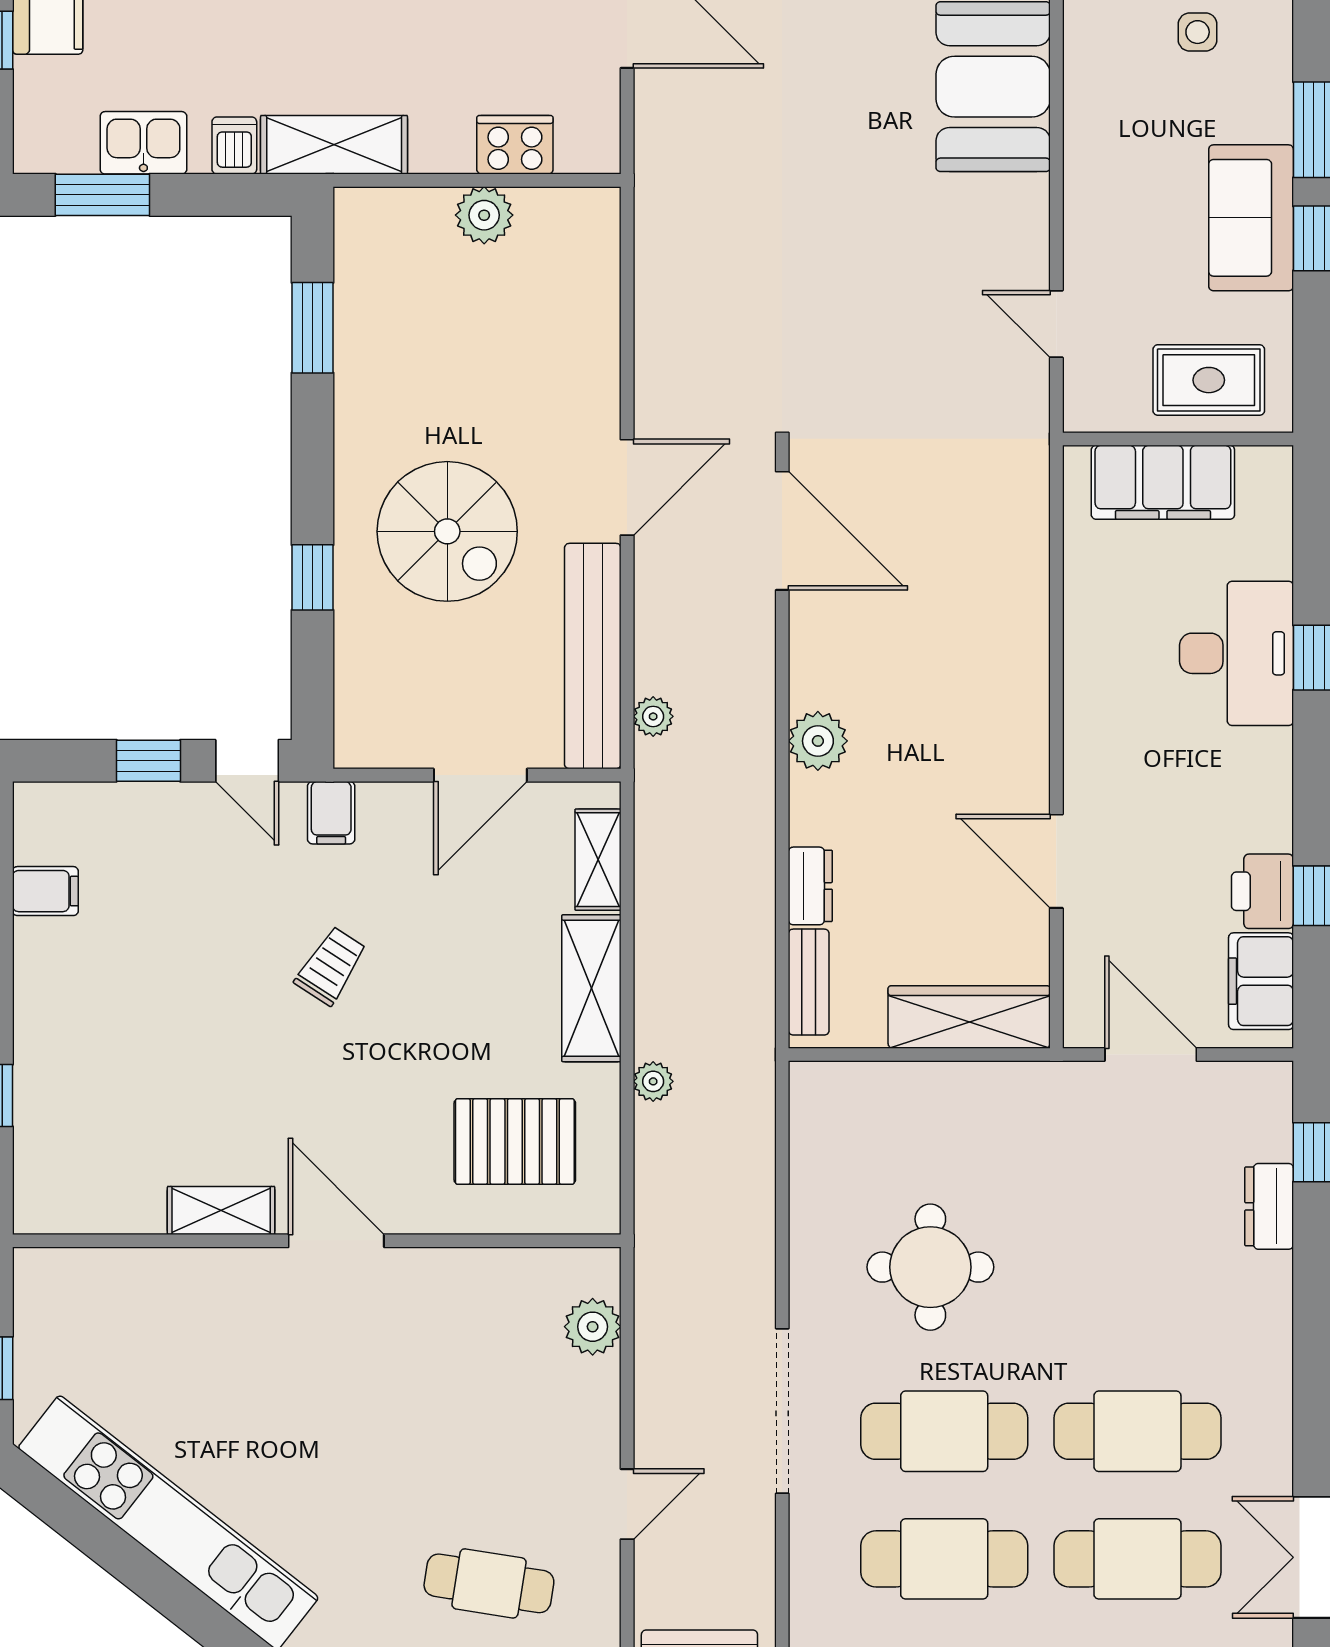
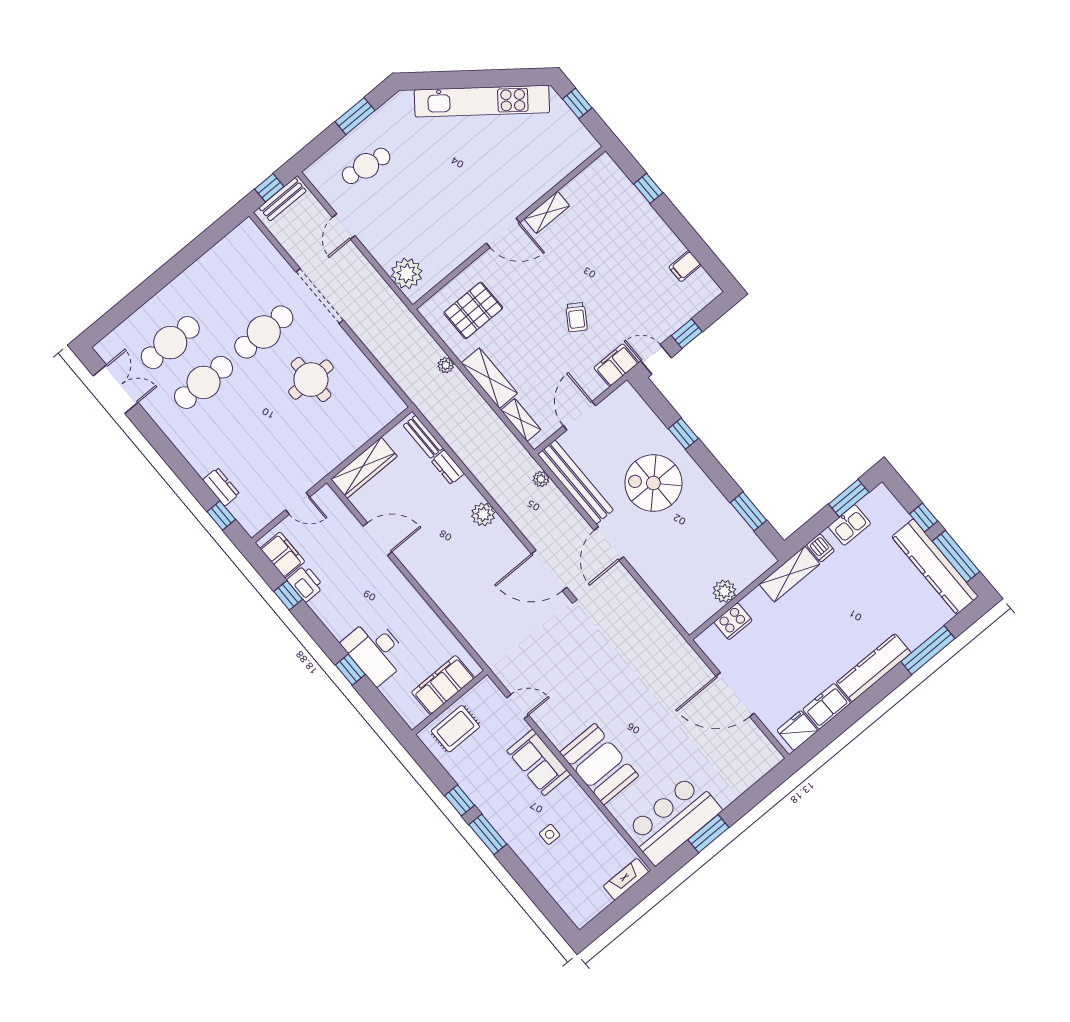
sofa: (1251, 218) -> (539, 762), moved, turned 180
filing cabinet: (331, 813) -> (616, 365), width x2.00
door: (1151, 1055) -> (298, 503), width x0.73
plant: (593, 1327) -> (407, 273), width x1.36, depth x1.36
cafe table: (944, 1559) -> (231, 292), removed

